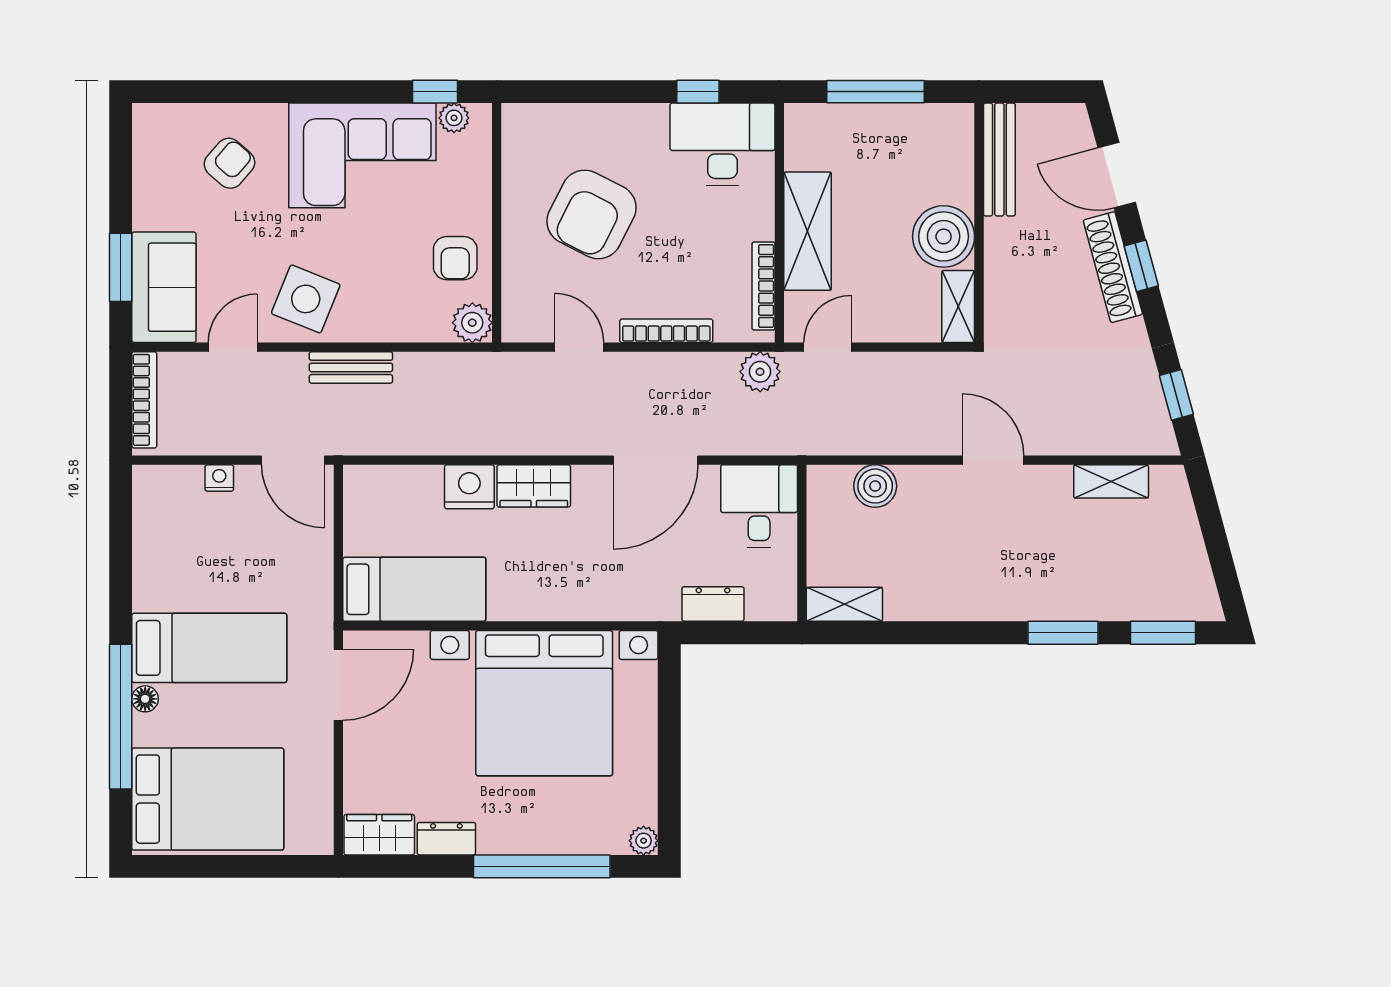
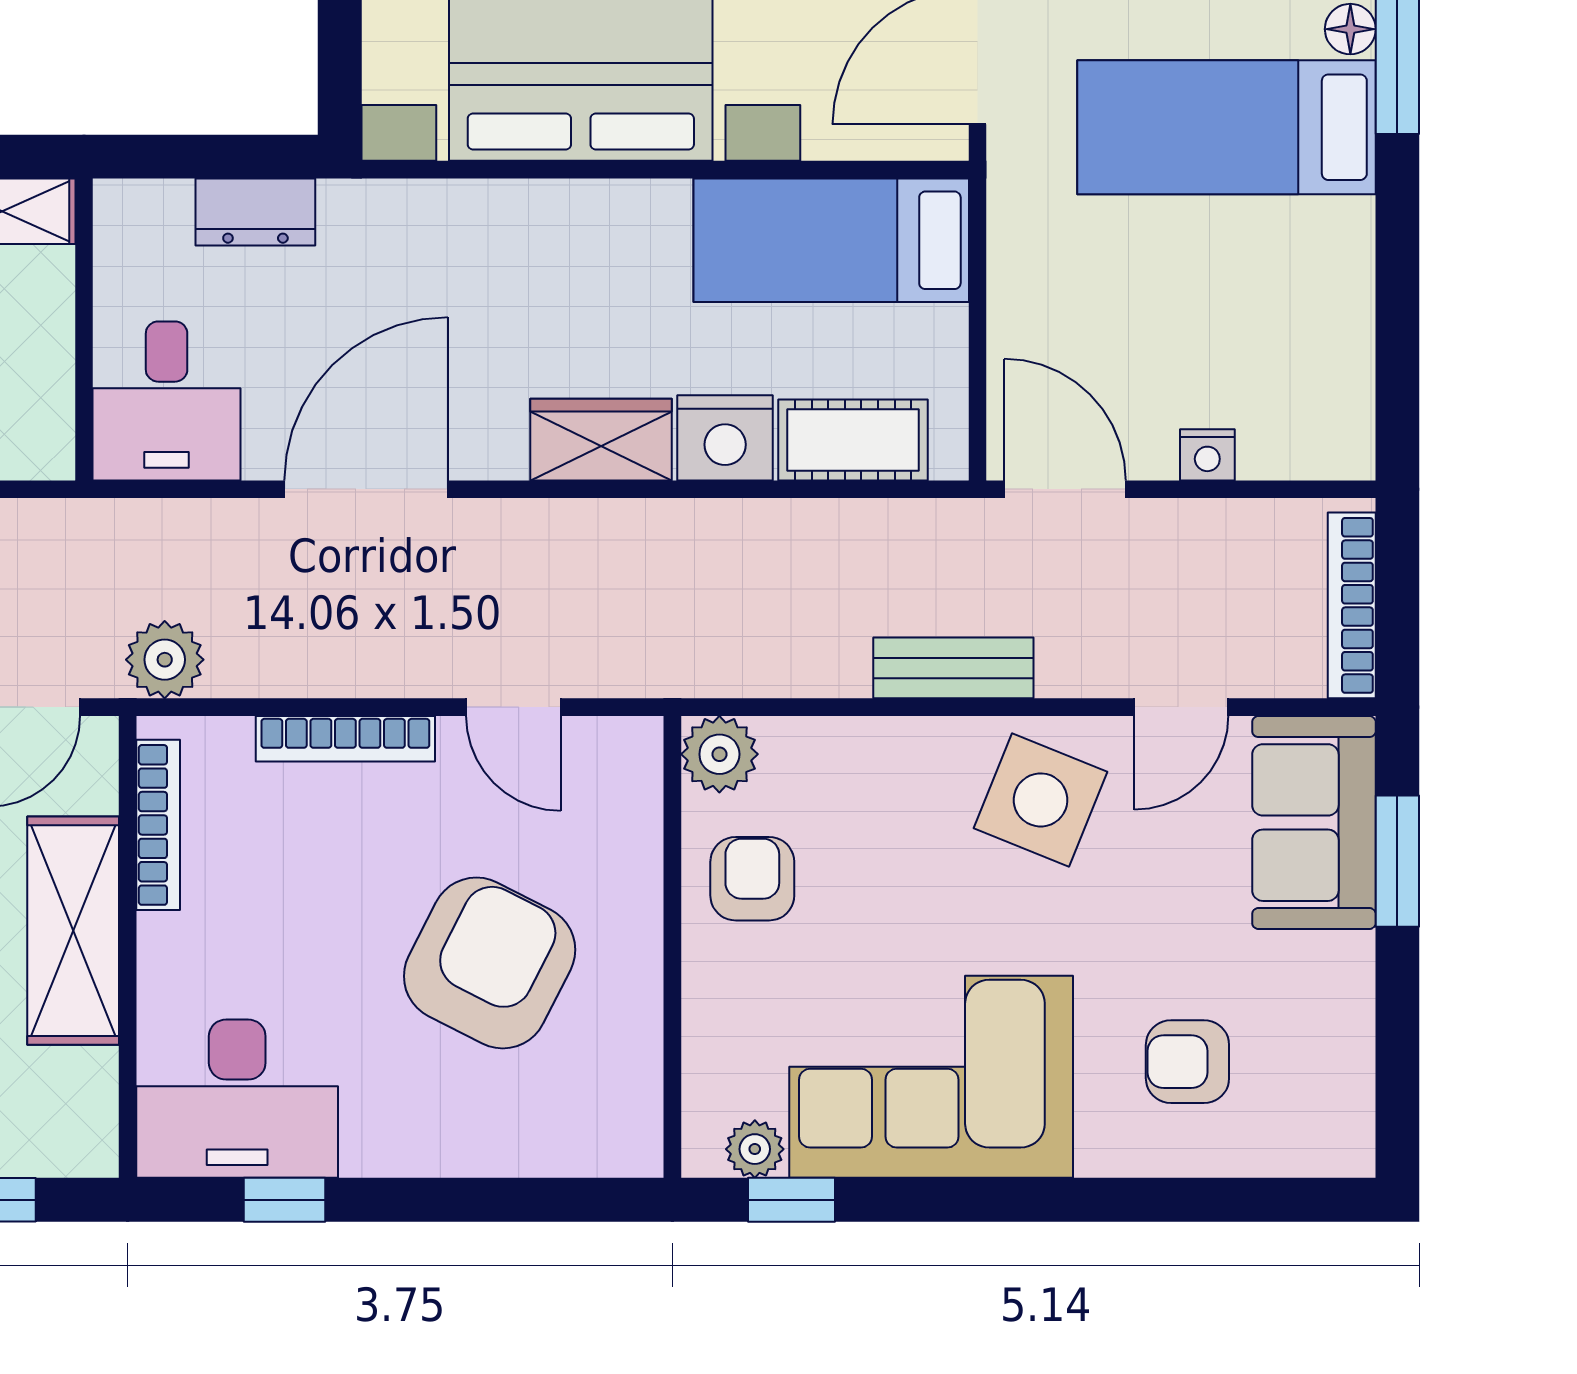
armchair: (230, 163) -> (1187, 1062), turned 49
cot: (403, 486) -> (853, 440), added

